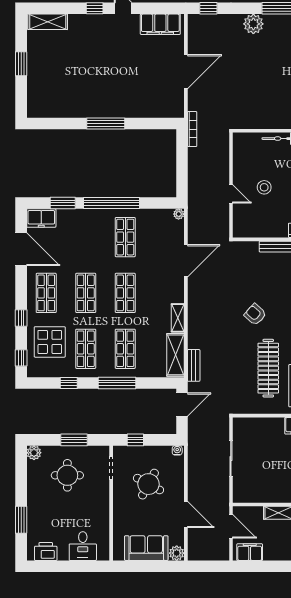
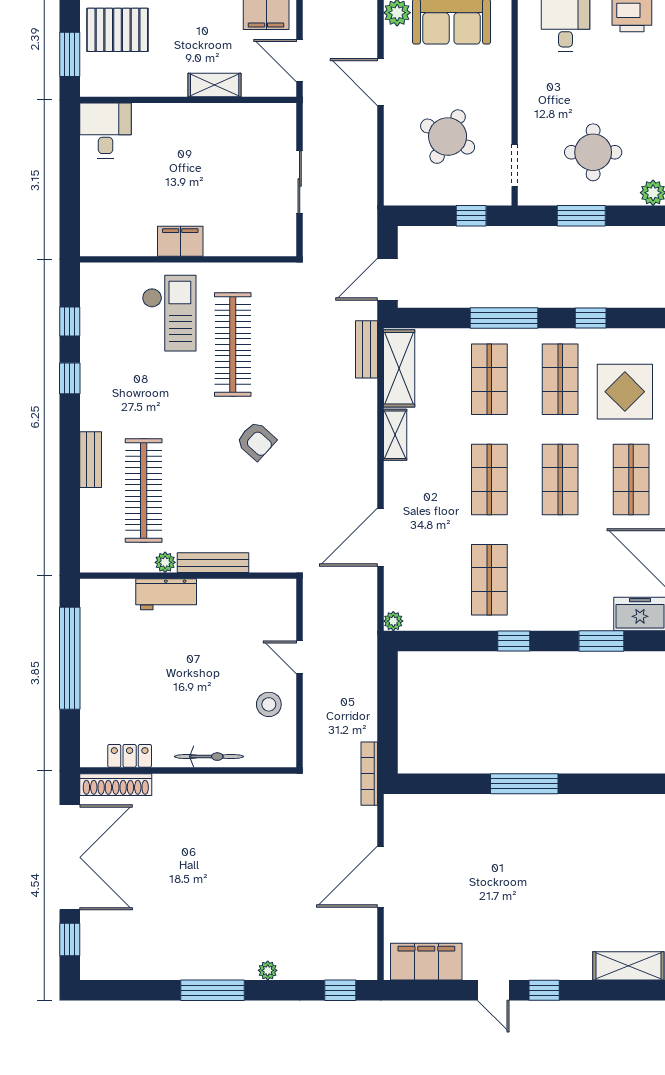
plant: (253, 24) -> (268, 970), width x0.53, depth x0.53
stool: (264, 187) -> (269, 704), moved
window: (112, 203) -> (514, 641), width x0.32
water cooler: (177, 450) -> (396, 197), removed

